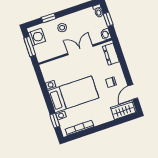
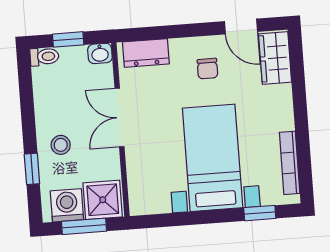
shower: (43, 52) -> (103, 200), added

